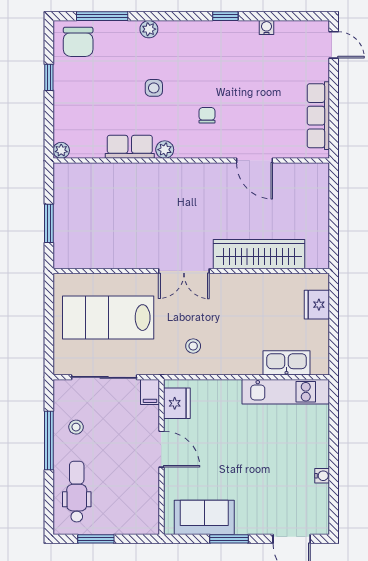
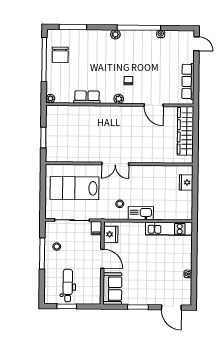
window: (225, 16) -> (139, 28), width x3.17
plant: (149, 29) -> (115, 34), moved
chair: (78, 42) -> (60, 55), moved
window: (49, 77) -> (44, 60), width x3.17
side table: (154, 88) -> (100, 66), removed
plant: (165, 150) -> (119, 99), moved
wardrobe: (259, 254) -> (185, 131), moved, turned -90
kitchen sink: (287, 363) -> (141, 213), moved
dental chair: (77, 492) -> (68, 286), moved
sofa: (204, 517) -> (112, 289), moved, turned 90

